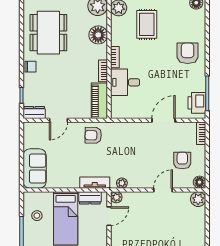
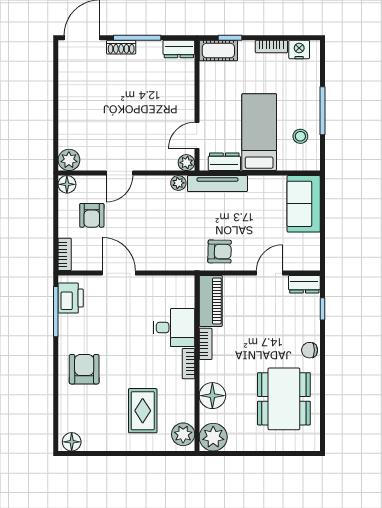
armchair: (188, 53) -> (84, 369), turned 180
door: (163, 120) -> (119, 273), swing flipped
tv unit: (95, 183) -> (217, 184), width x1.41

